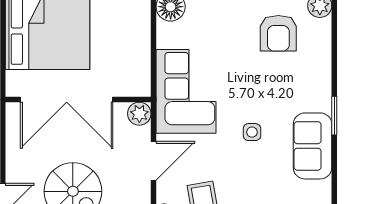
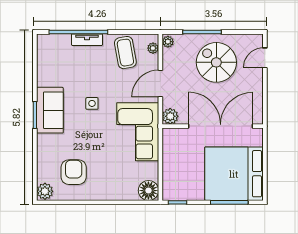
sofa: (313, 146) -> (50, 110), moved

